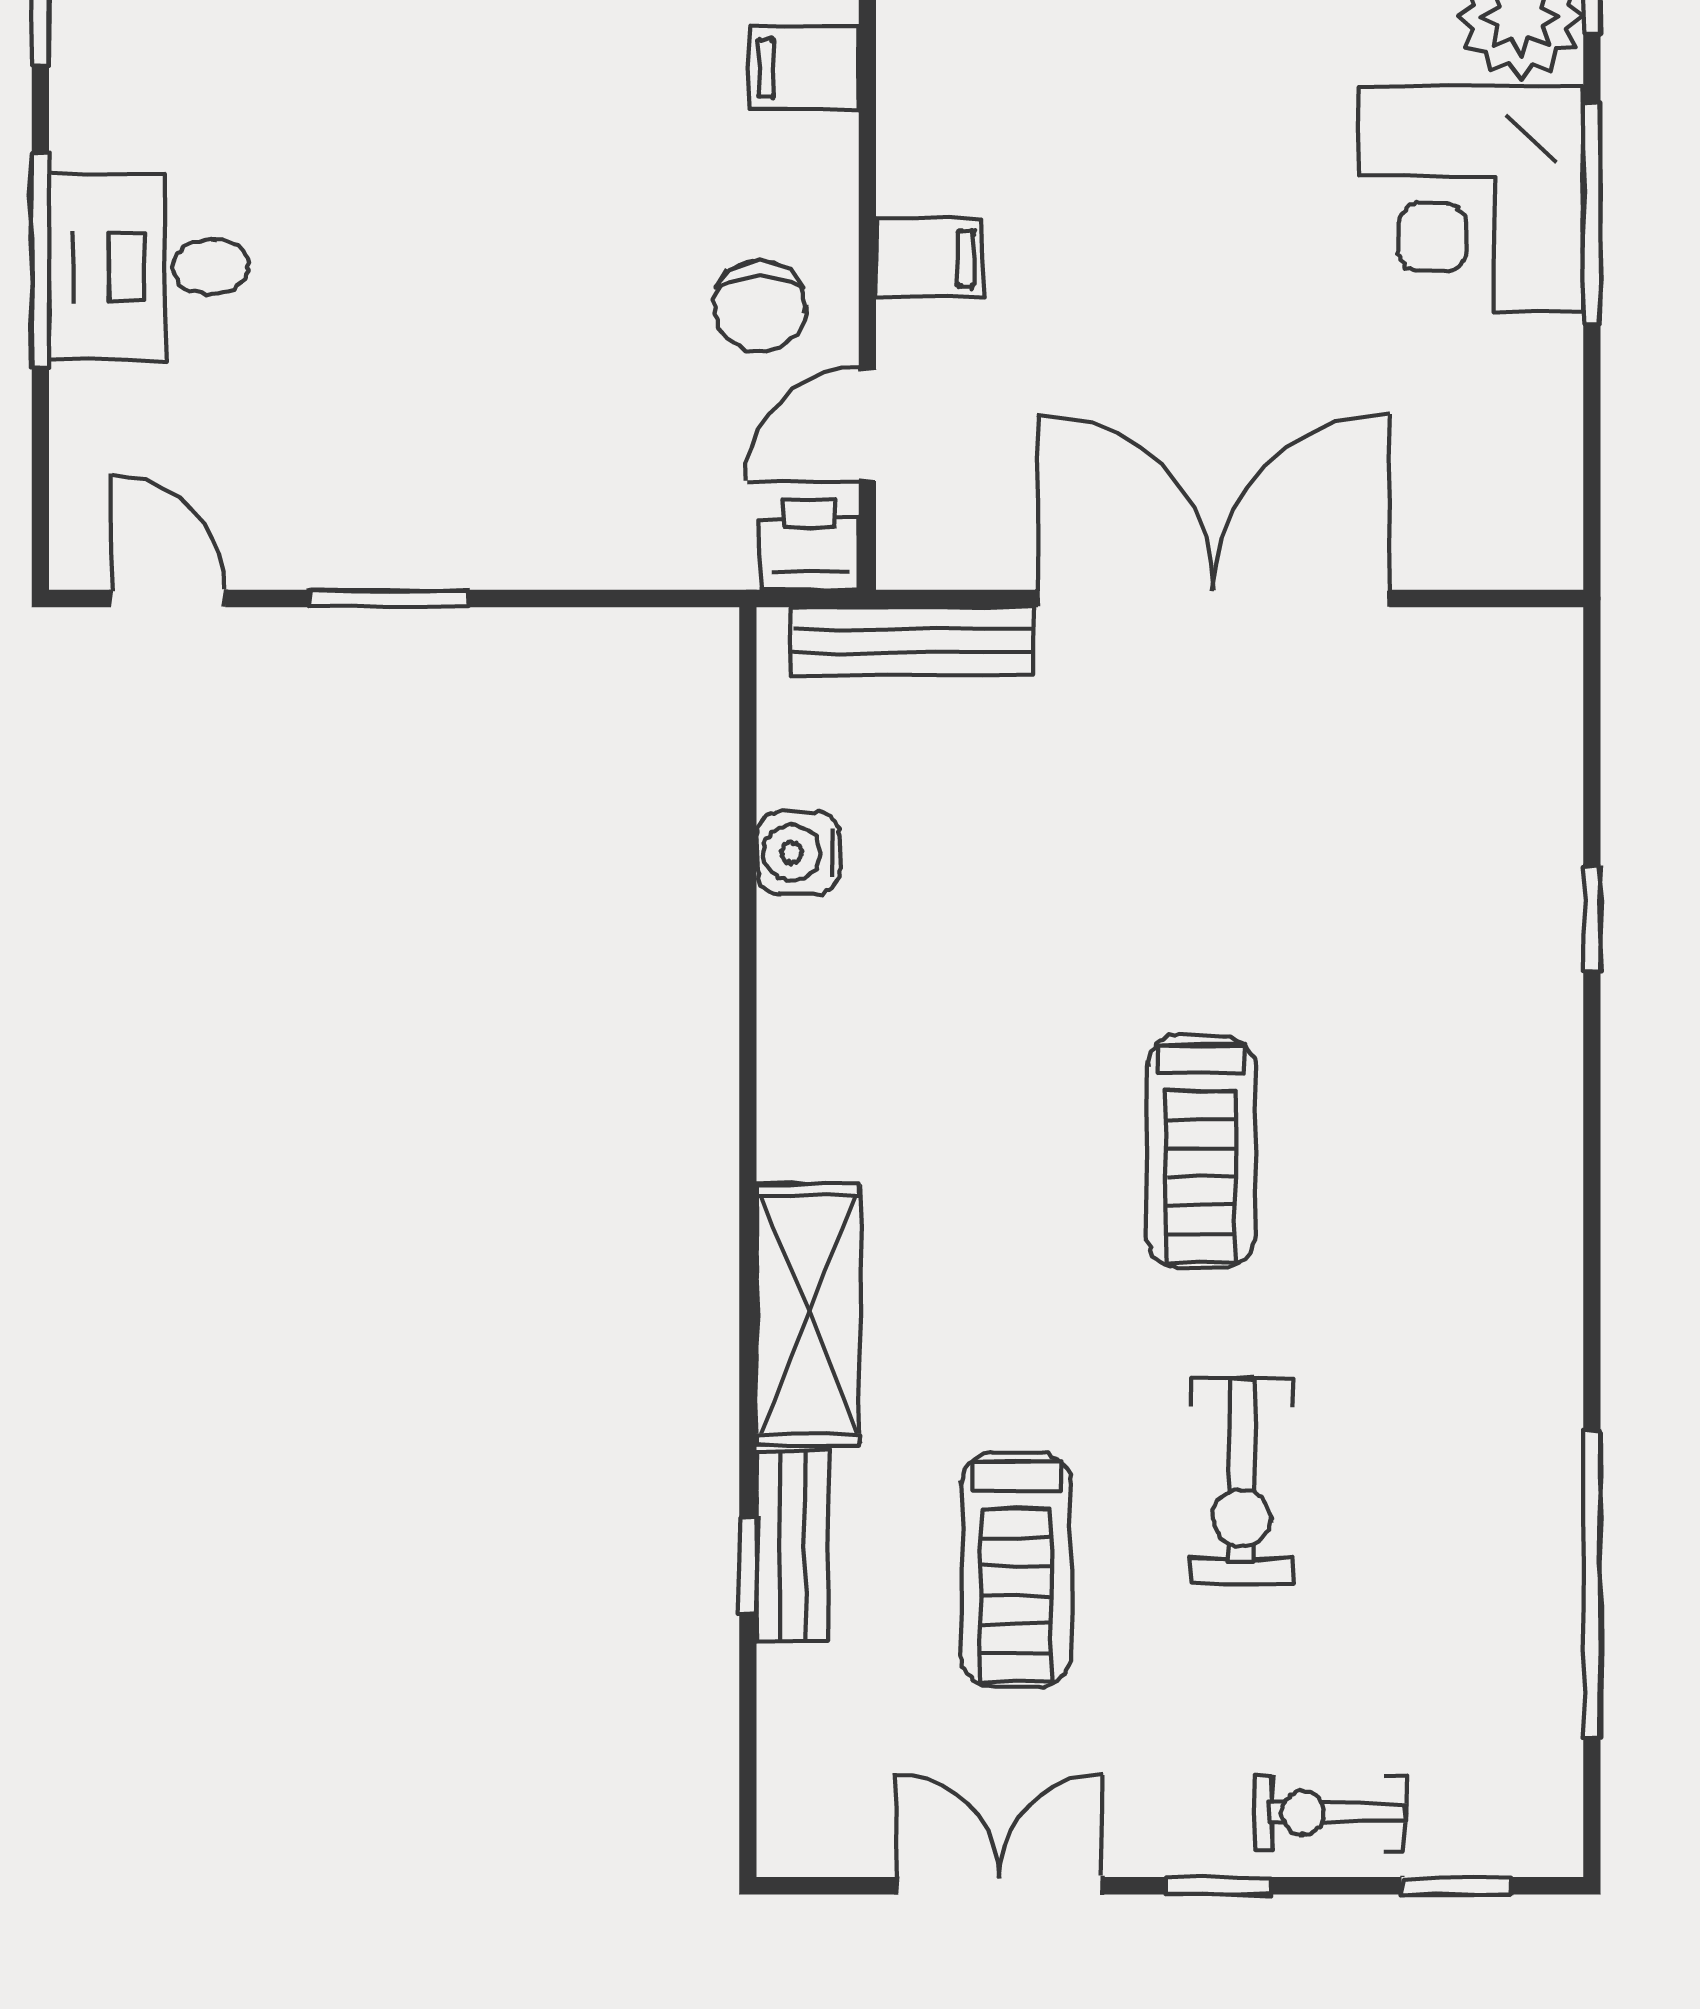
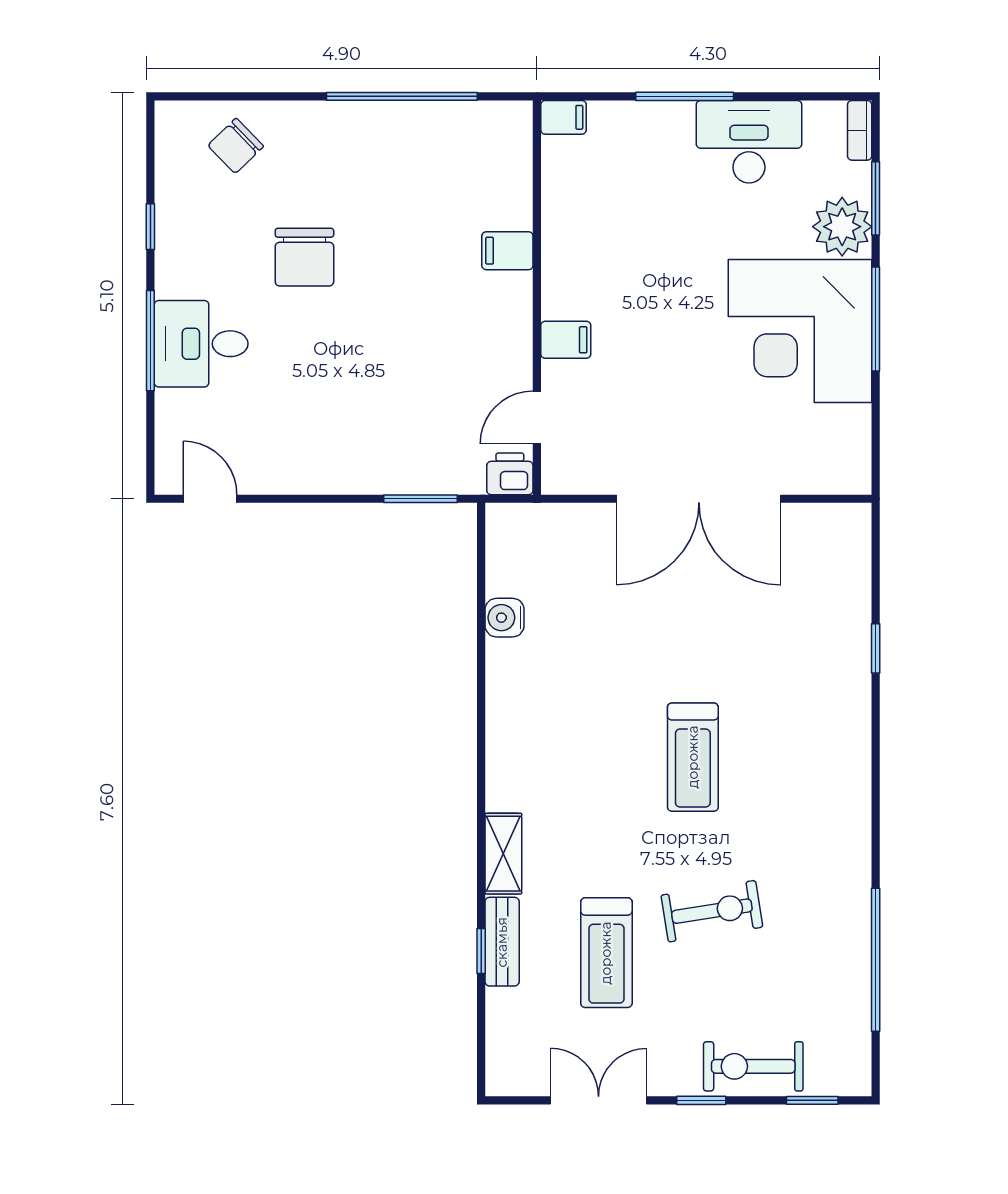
corner desk: (1471, 199) -> (800, 331), width x1.36, depth x1.36
chair: (760, 306) -> (304, 257), moved, width x1.37, depth x1.37
window: (389, 598) -> (420, 499), moved
double door: (1214, 598) -> (699, 499), swing flipped
bench: (912, 641) -> (558, 519), removed
shelving: (808, 1314) -> (503, 854), width x0.67, depth x0.75
exercise bike: (1242, 1481) -> (712, 911), turned -99
exercise bike: (1330, 1813) -> (753, 1066), width x1.38, depth x1.39

